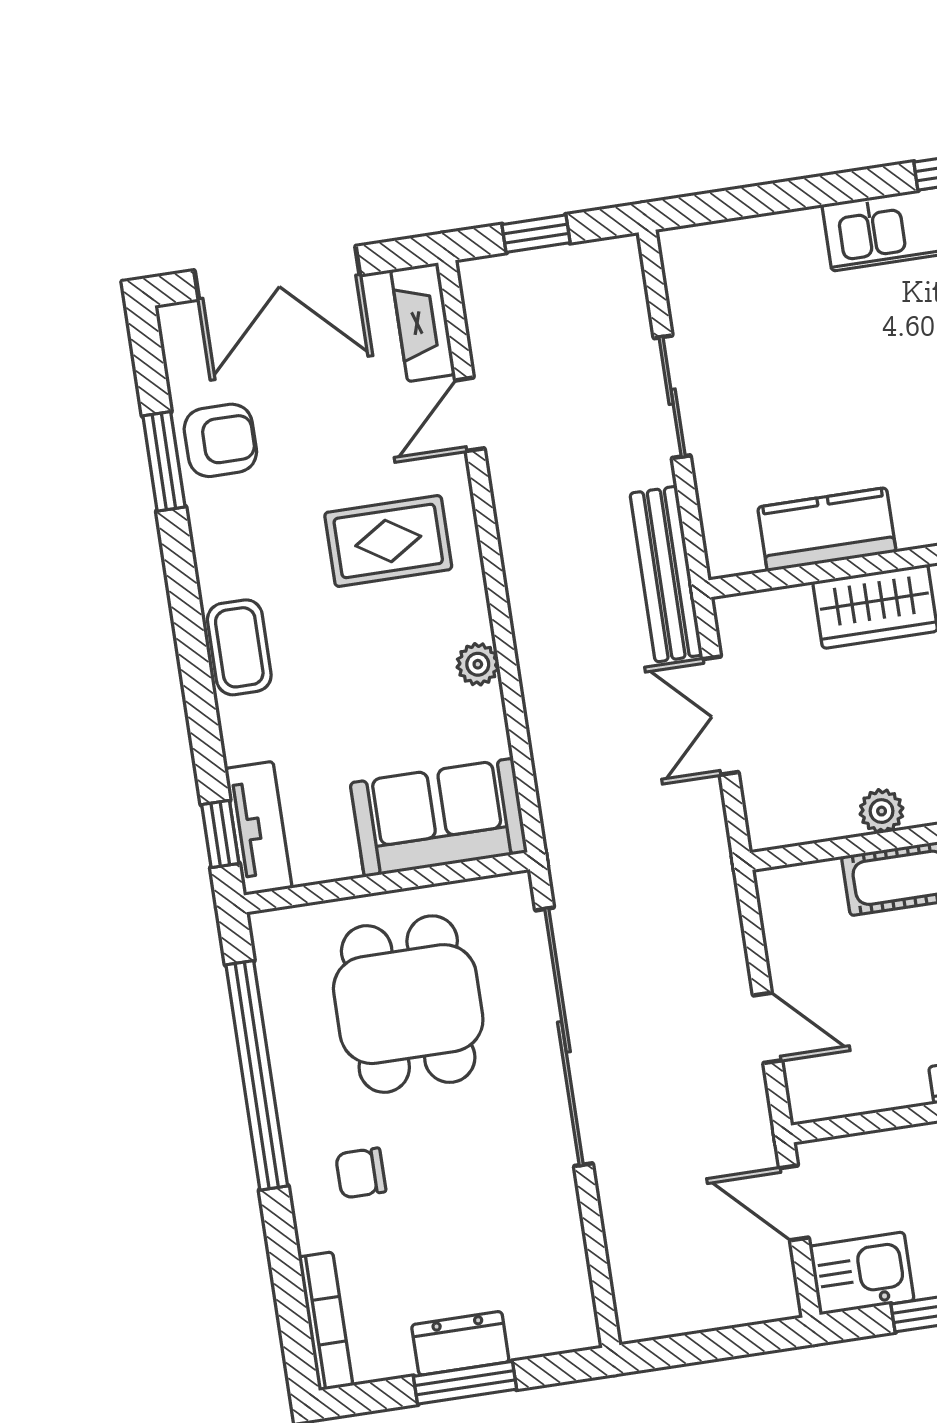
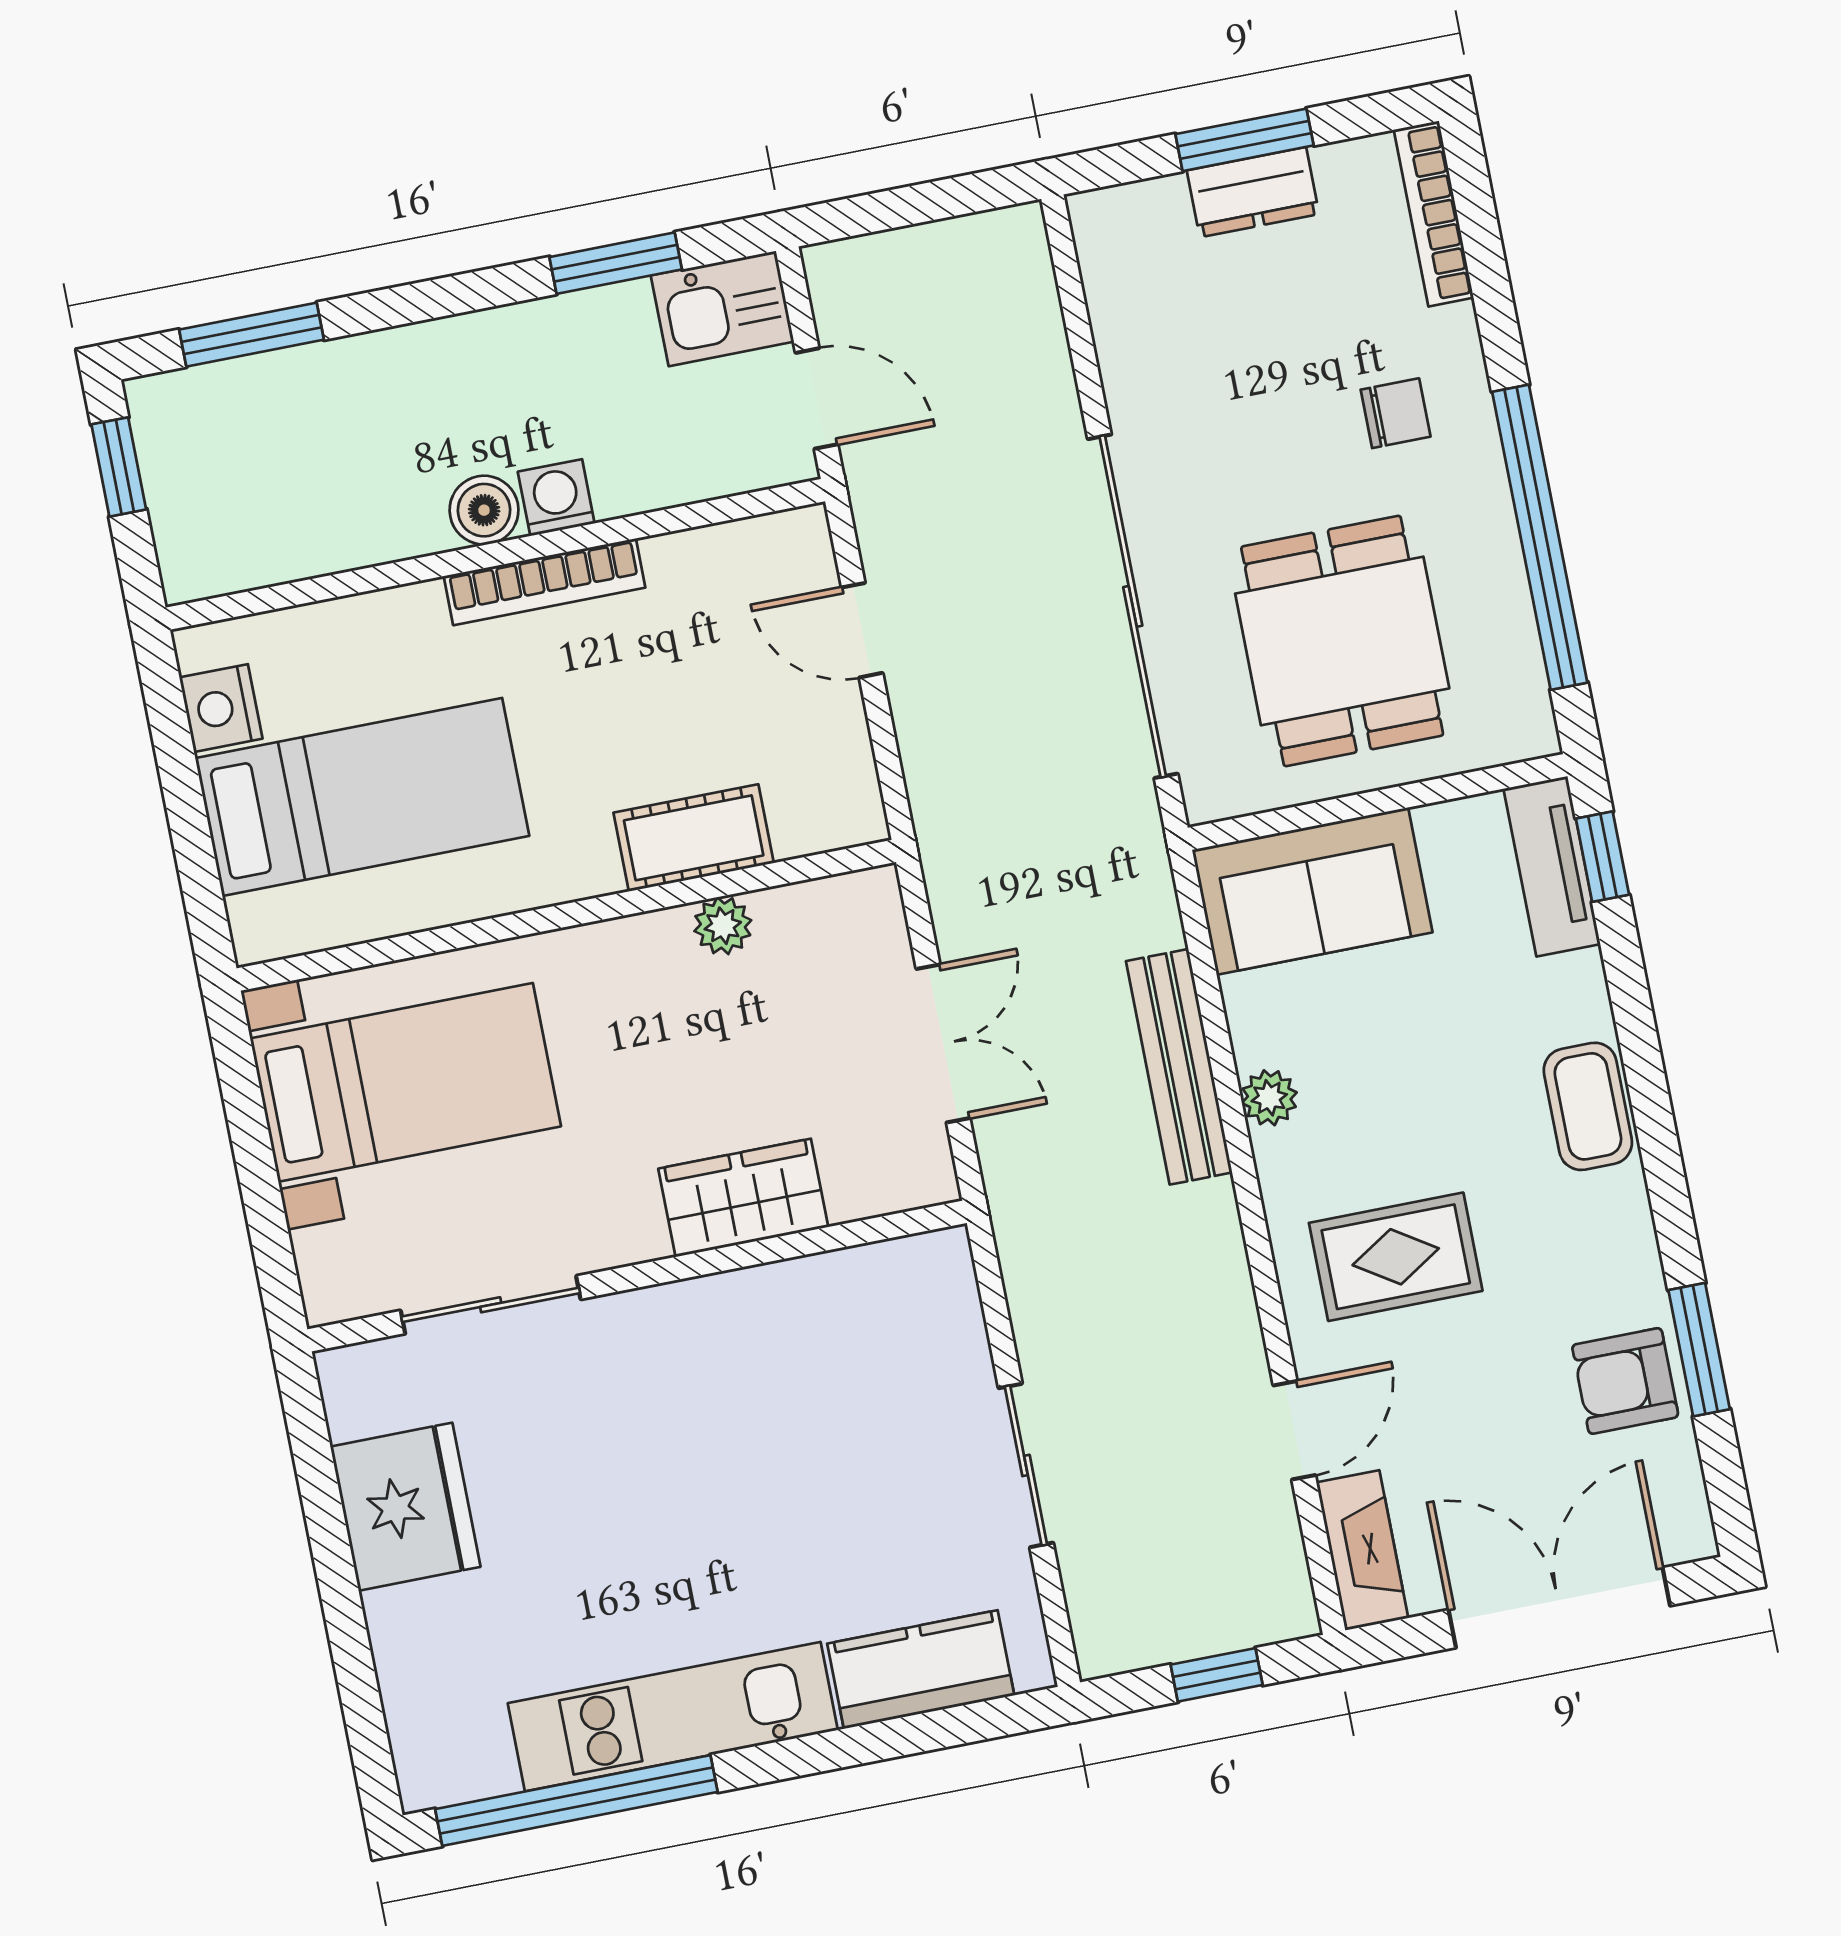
kitchen counter: (827, 529) -> (921, 1669), moved, turned 180
bench: (666, 574) -> (1179, 1067), moved

